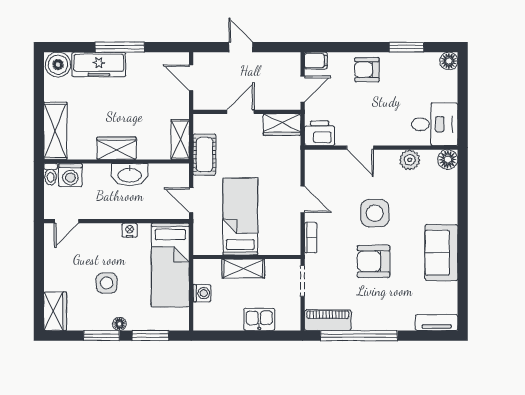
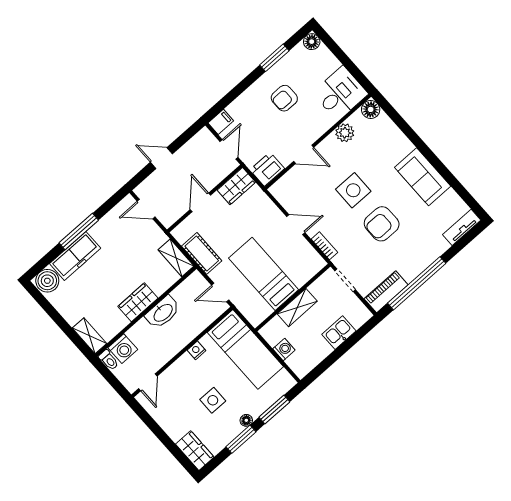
armchair: (367, 70) -> (284, 98), moved
shelving: (55, 131) -> (90, 336), width x0.67, depth x0.75

